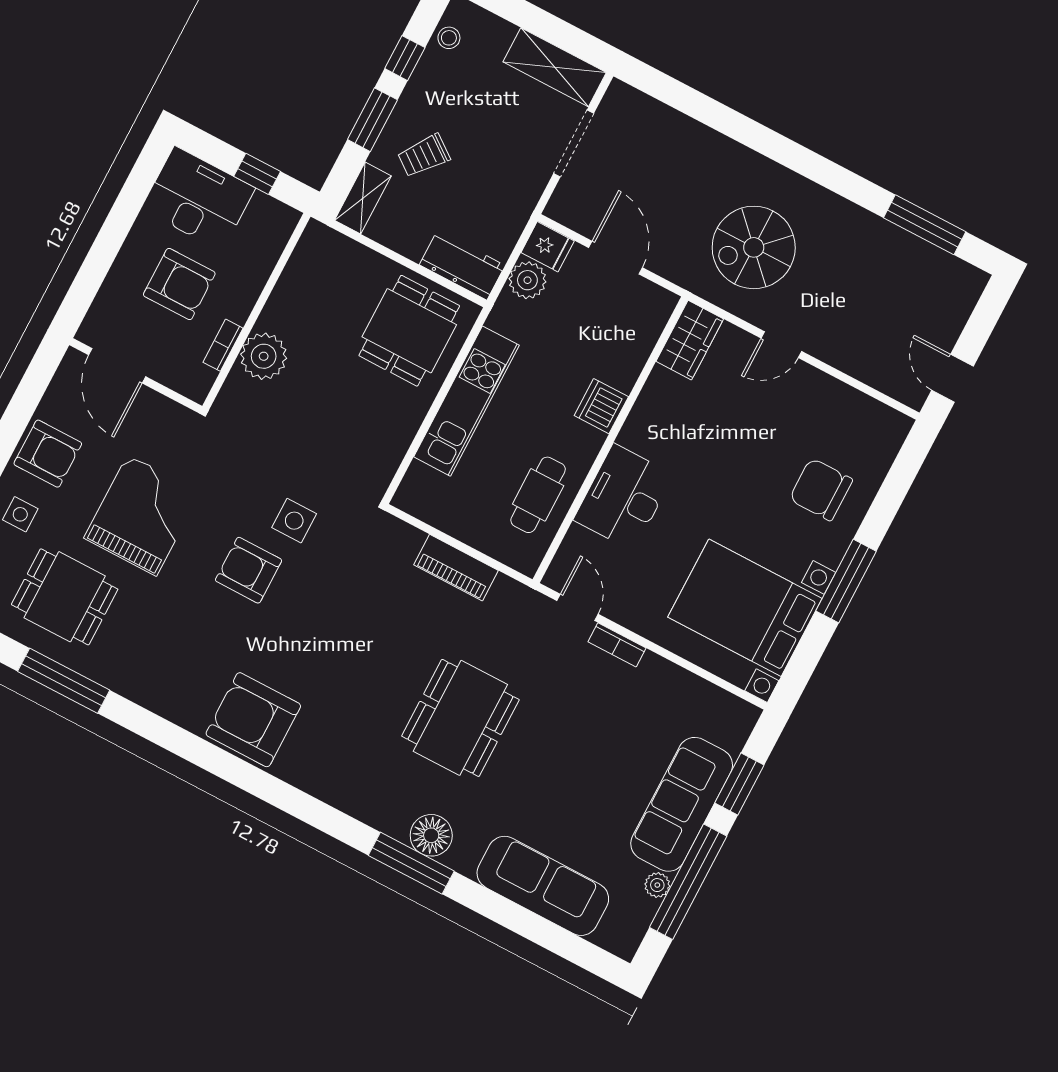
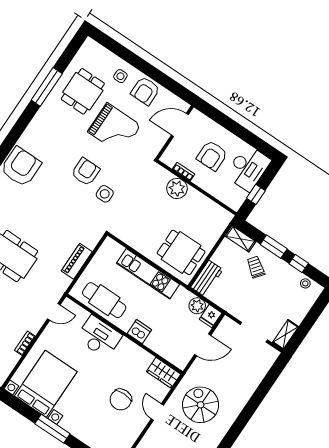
shelving: (555, 67) -> (286, 335), width x0.67, depth x0.75
chair: (821, 489) -> (121, 400), moved, turned 180
cafe table: (538, 495) -> (104, 300), width x1.37, depth x1.35
bookcase: (617, 645) -> (25, 343), moved

